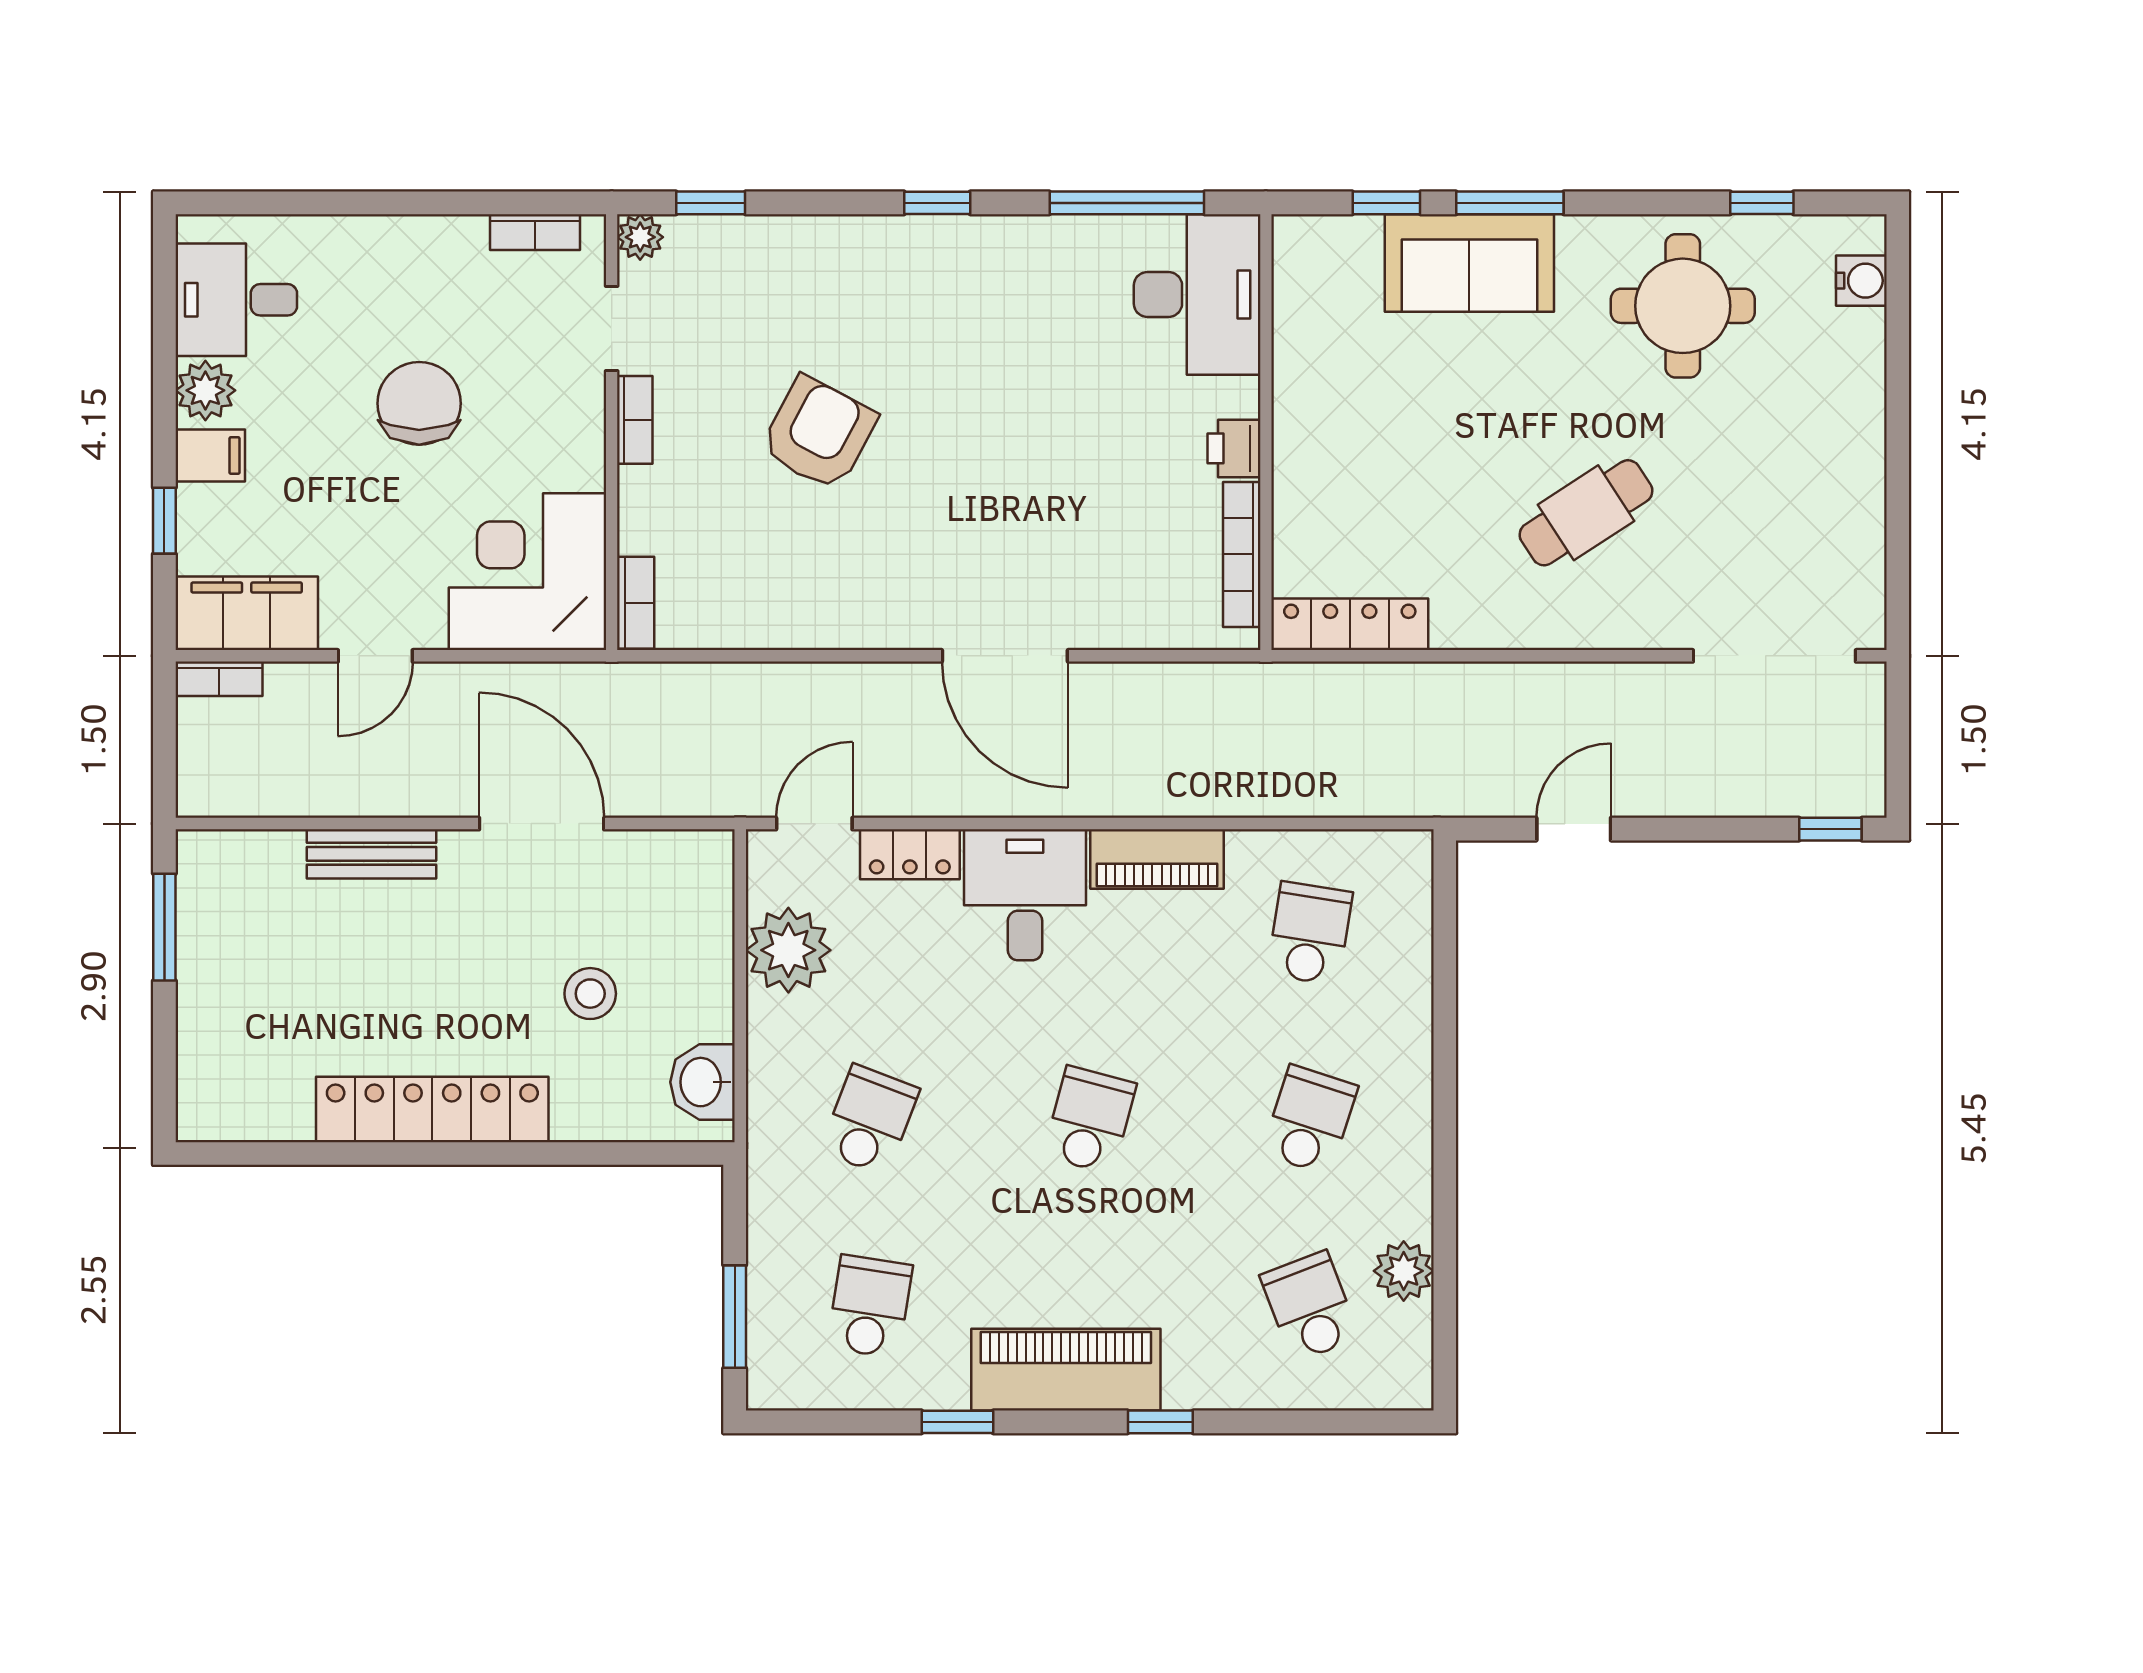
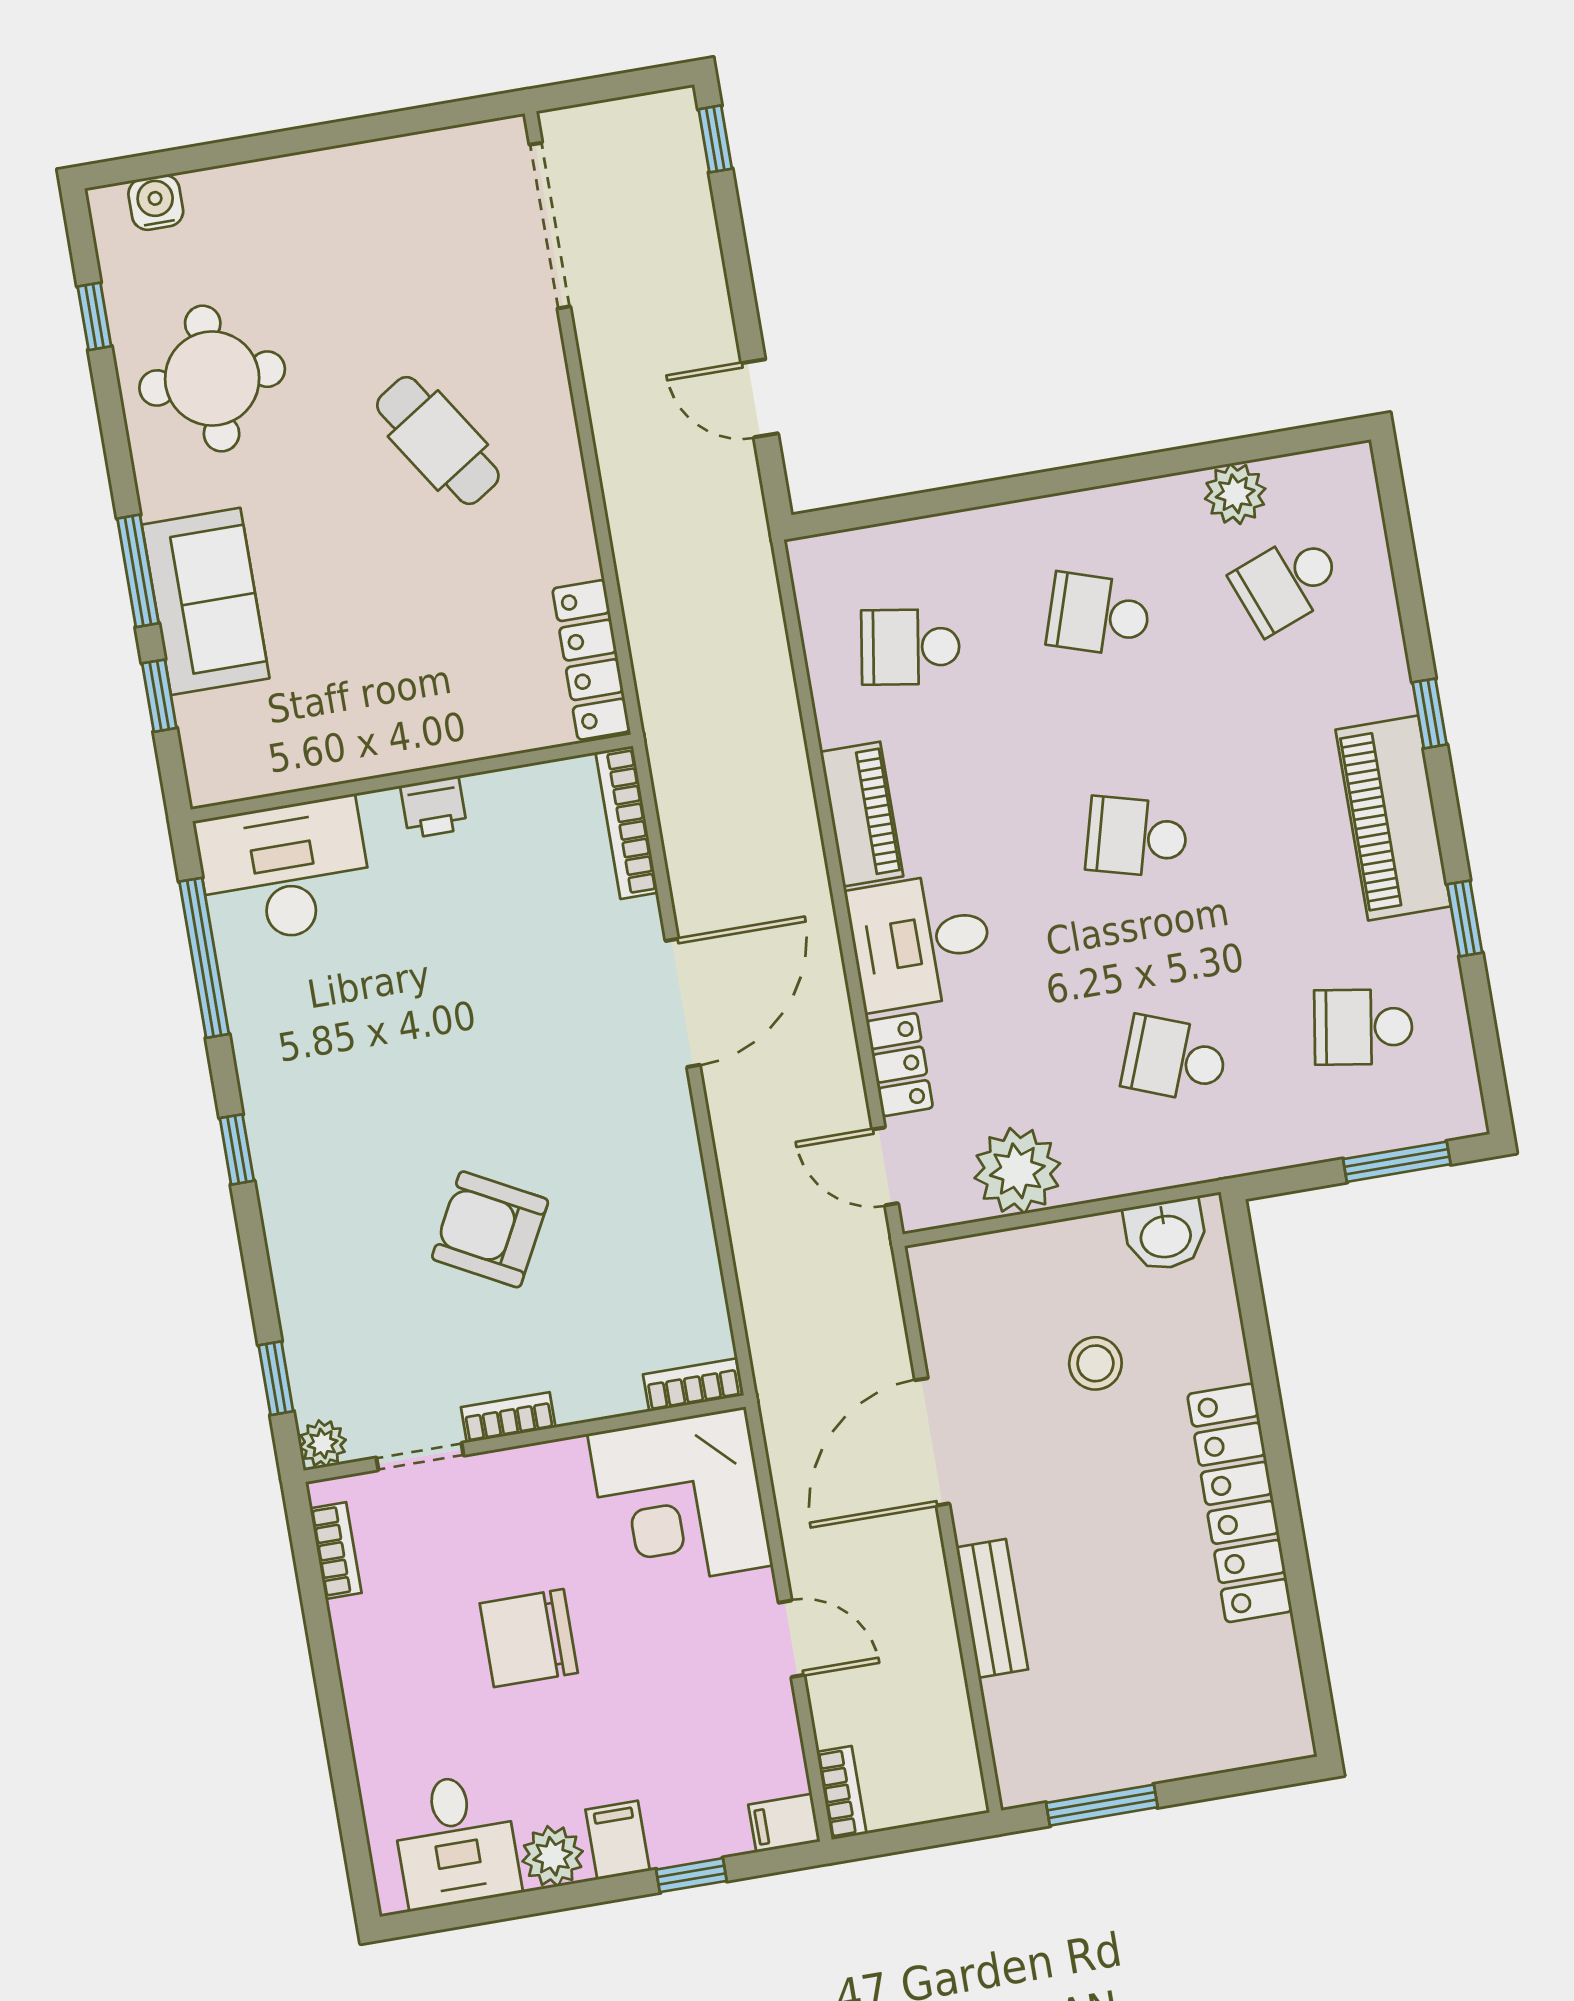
bookcase: (1242, 554) -> (627, 822), moved, turned 90
filing cabinet: (247, 613) -> (784, 1823), width x0.33, depth x0.86

